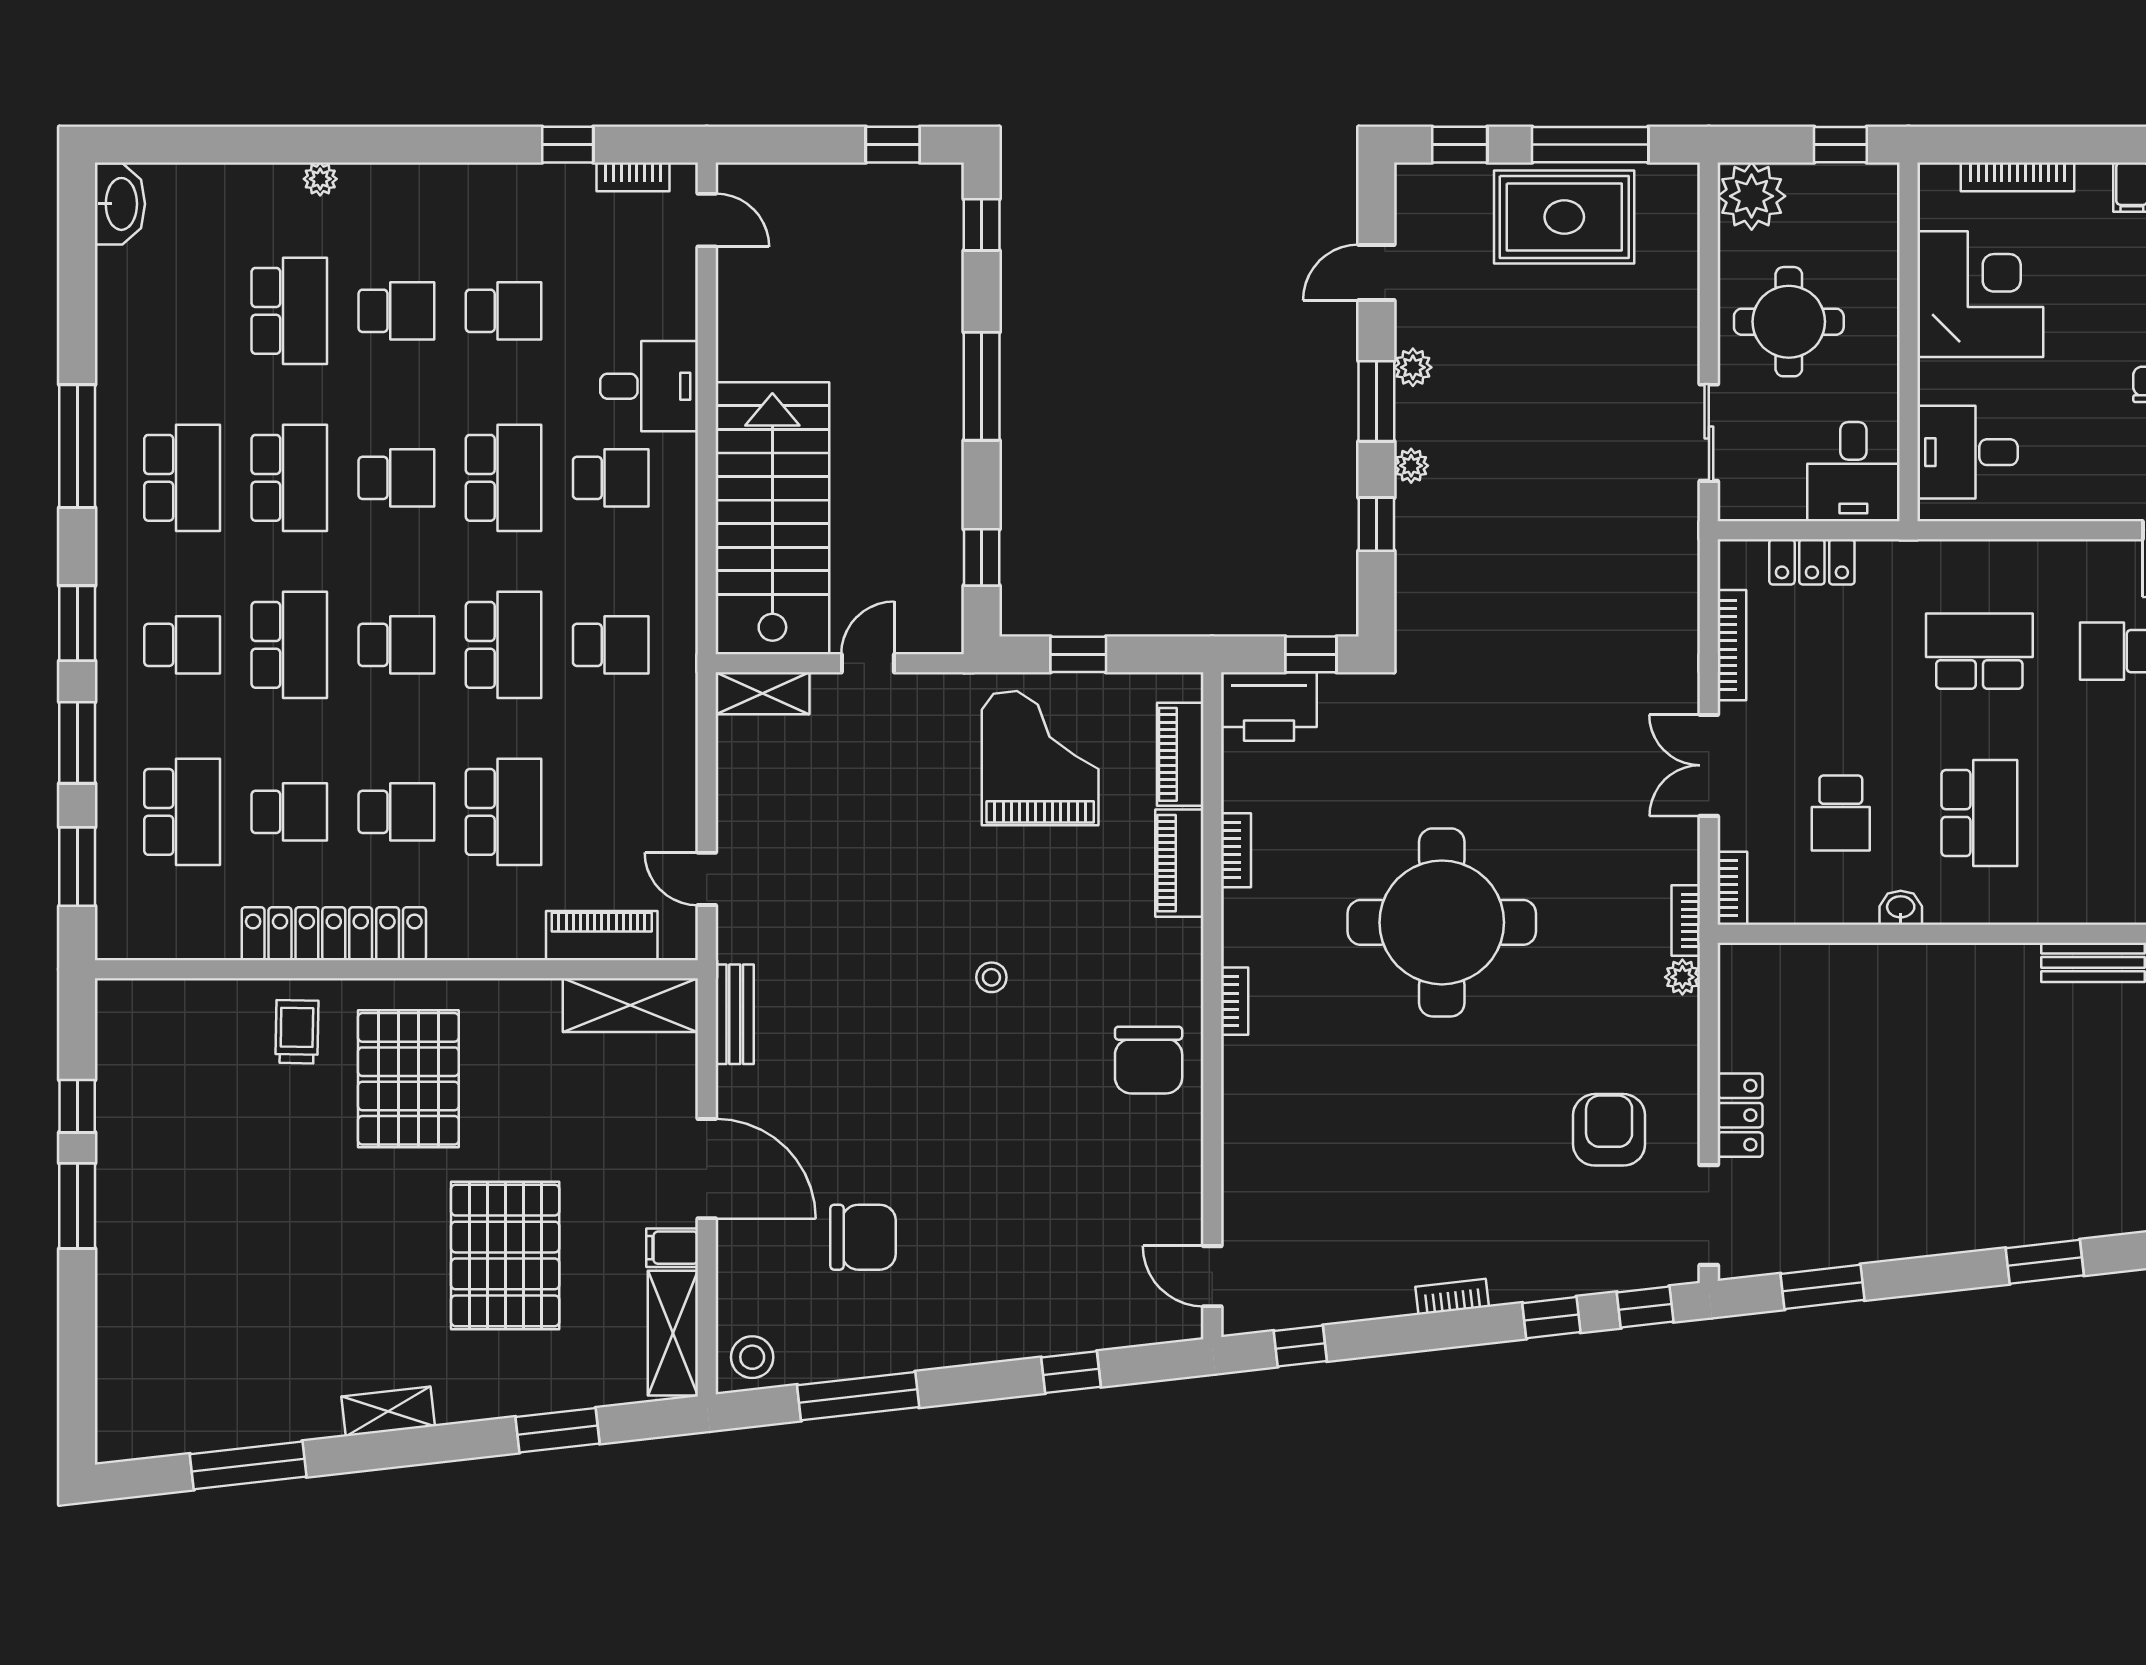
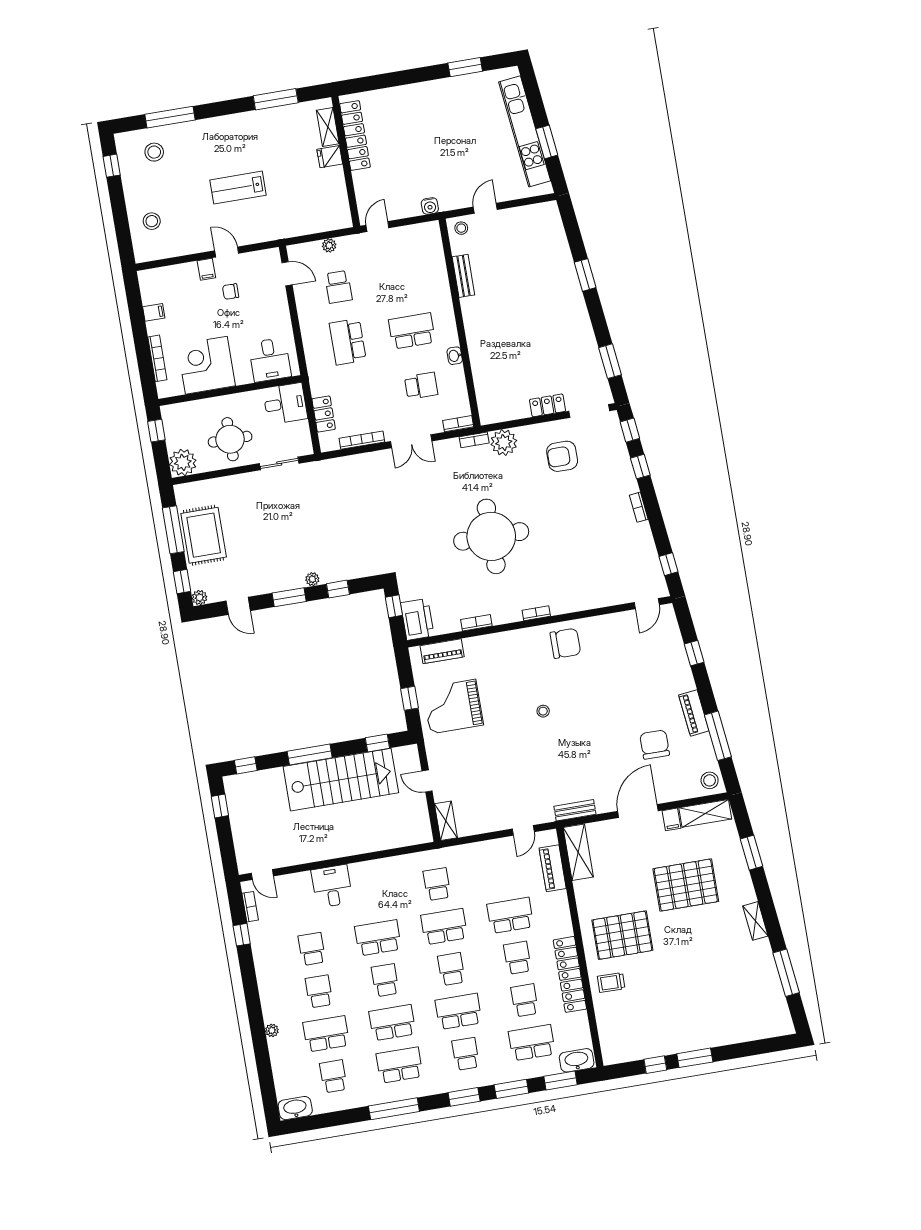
door: (707, 220) -> (262, 875), swing flipped
plant: (1413, 367) -> (200, 598), moved
school desk: (611, 478) -> (333, 1076), moved
stairs: (772, 518) -> (341, 780), moved, turned 180
piano: (1179, 863) -> (694, 713), moved, turned 84
washbasin: (120, 915) -> (577, 1060), added
plant: (1682, 977) -> (504, 442), width x1.88, depth x1.88

